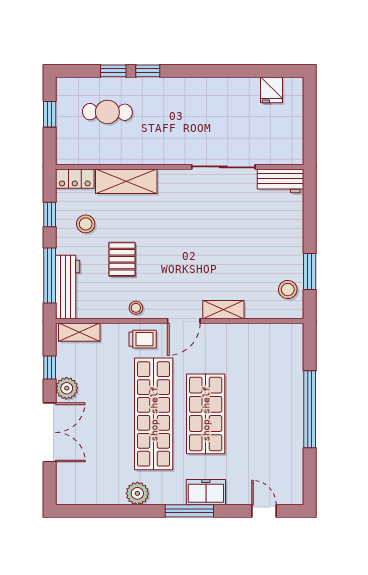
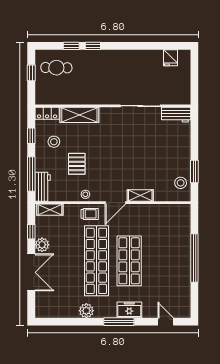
cafe table: (107, 112) -> (56, 68), moved
workbench: (68, 287) -> (43, 187), width x0.73

